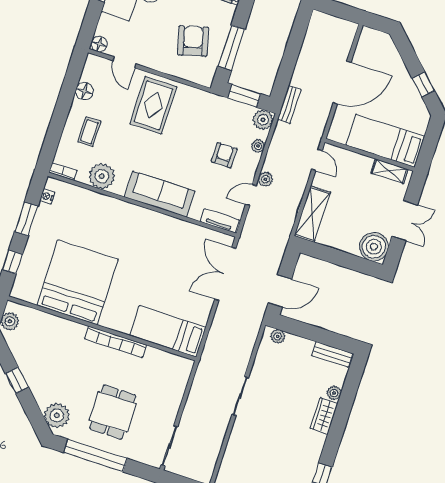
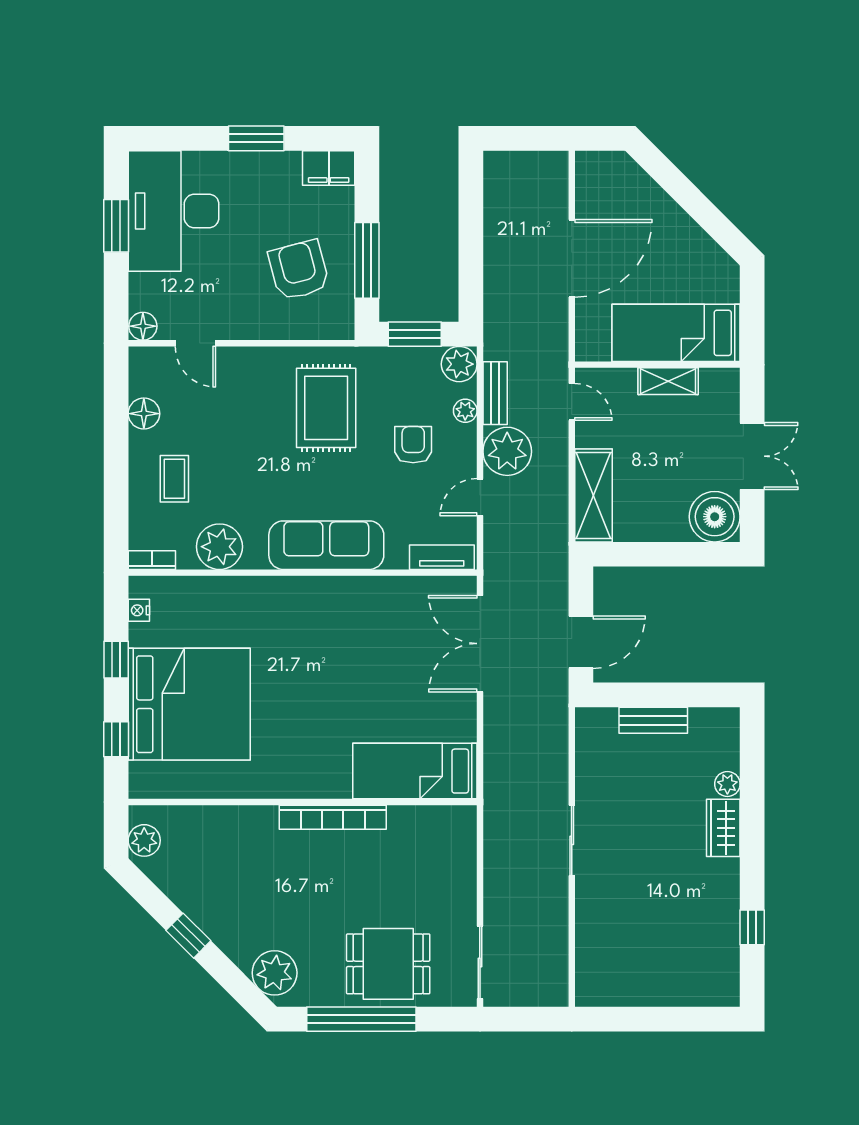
window: (423, 84) -> (709, 217), removed
bench: (289, 104) -> (495, 393), moved
rug: (153, 105) -> (326, 408), moved
shelving: (390, 171) -> (668, 381), moved
plant: (265, 179) -> (507, 451), width x1.88, depth x1.88
window: (26, 219) -> (116, 660), width x0.67
bed: (78, 282) -> (189, 704), moved, turned 90
plant: (278, 336) -> (602, 720), removed
bench: (332, 354) -> (653, 720), moved
dining table: (113, 412) -> (388, 964), moved, turned 90

